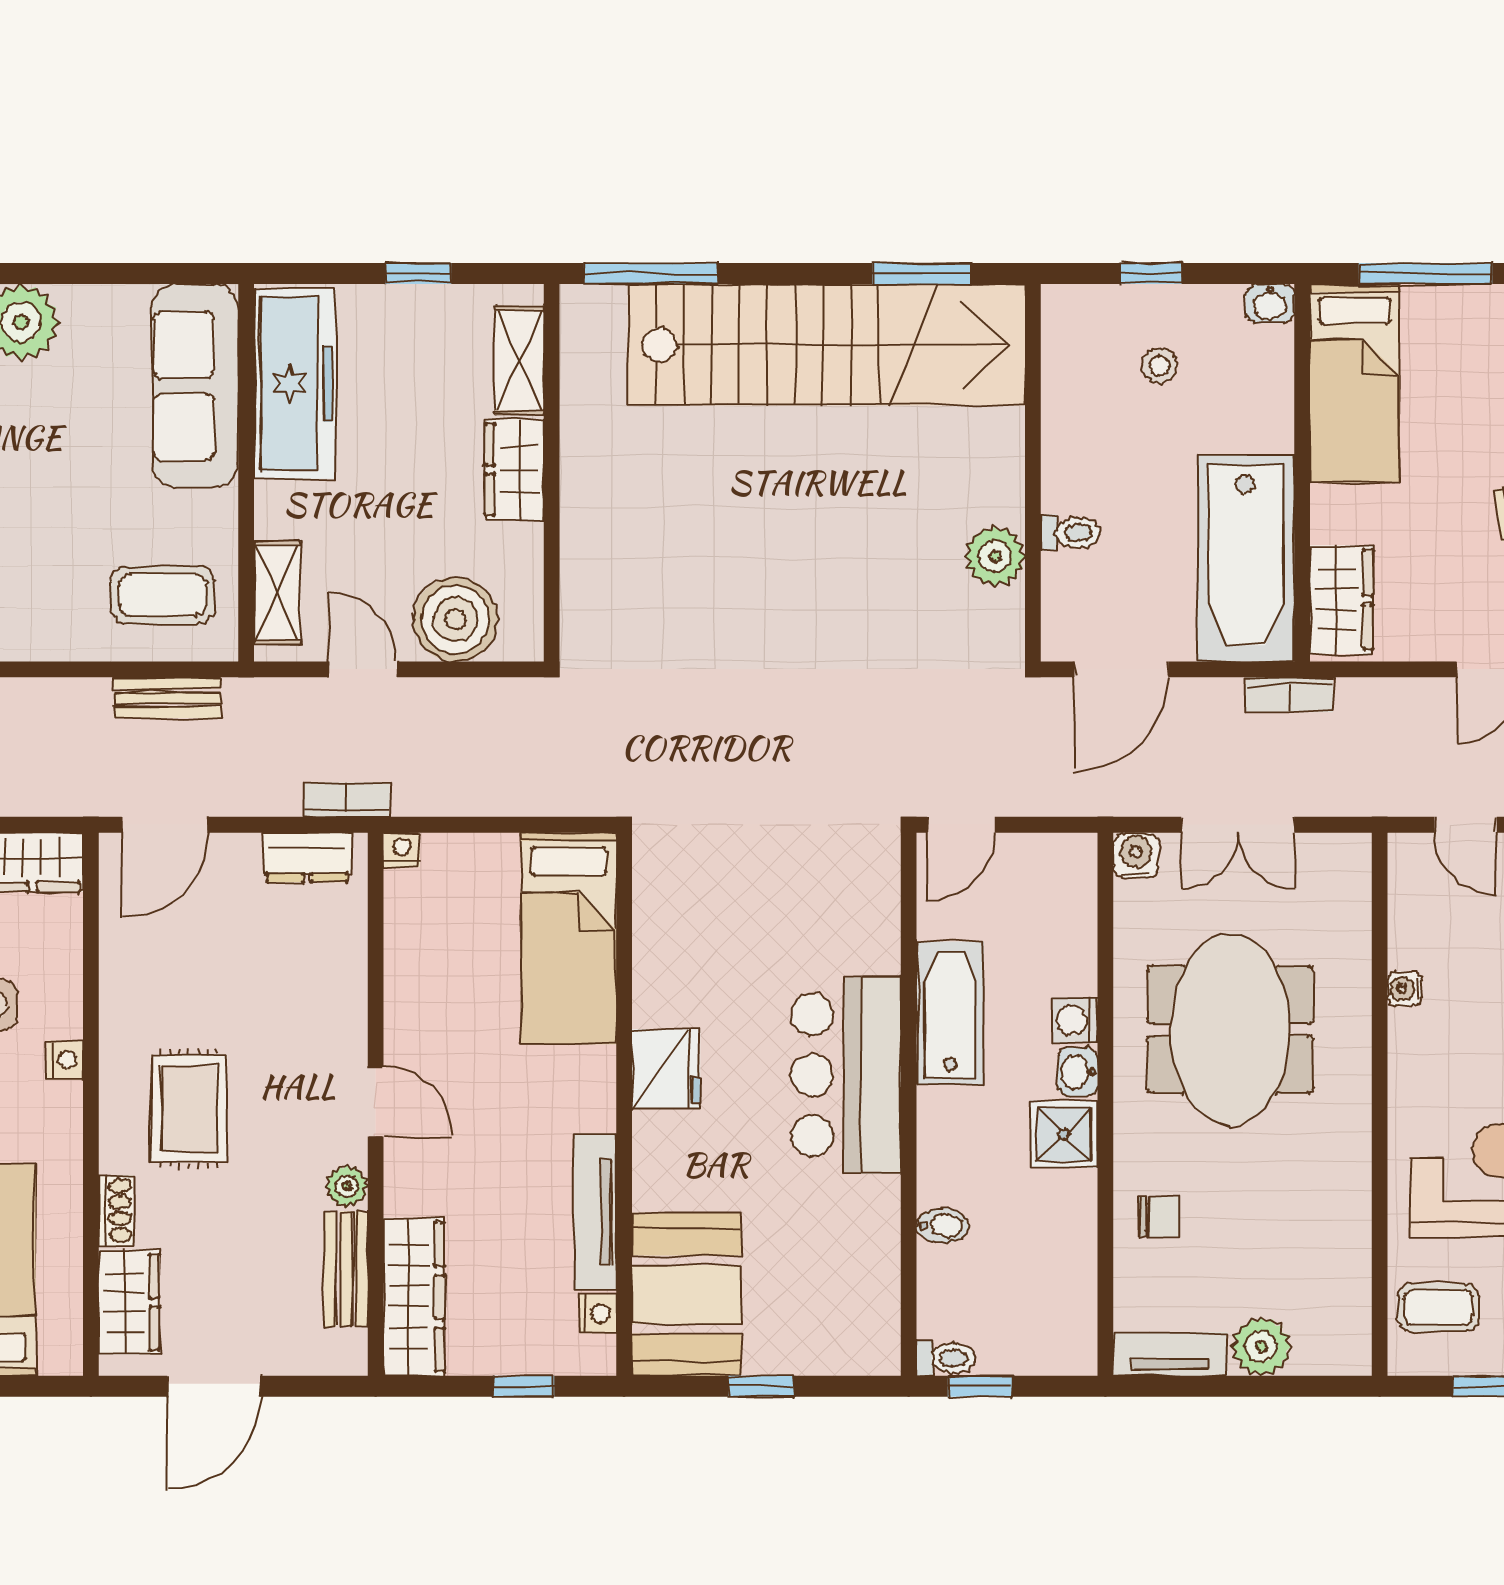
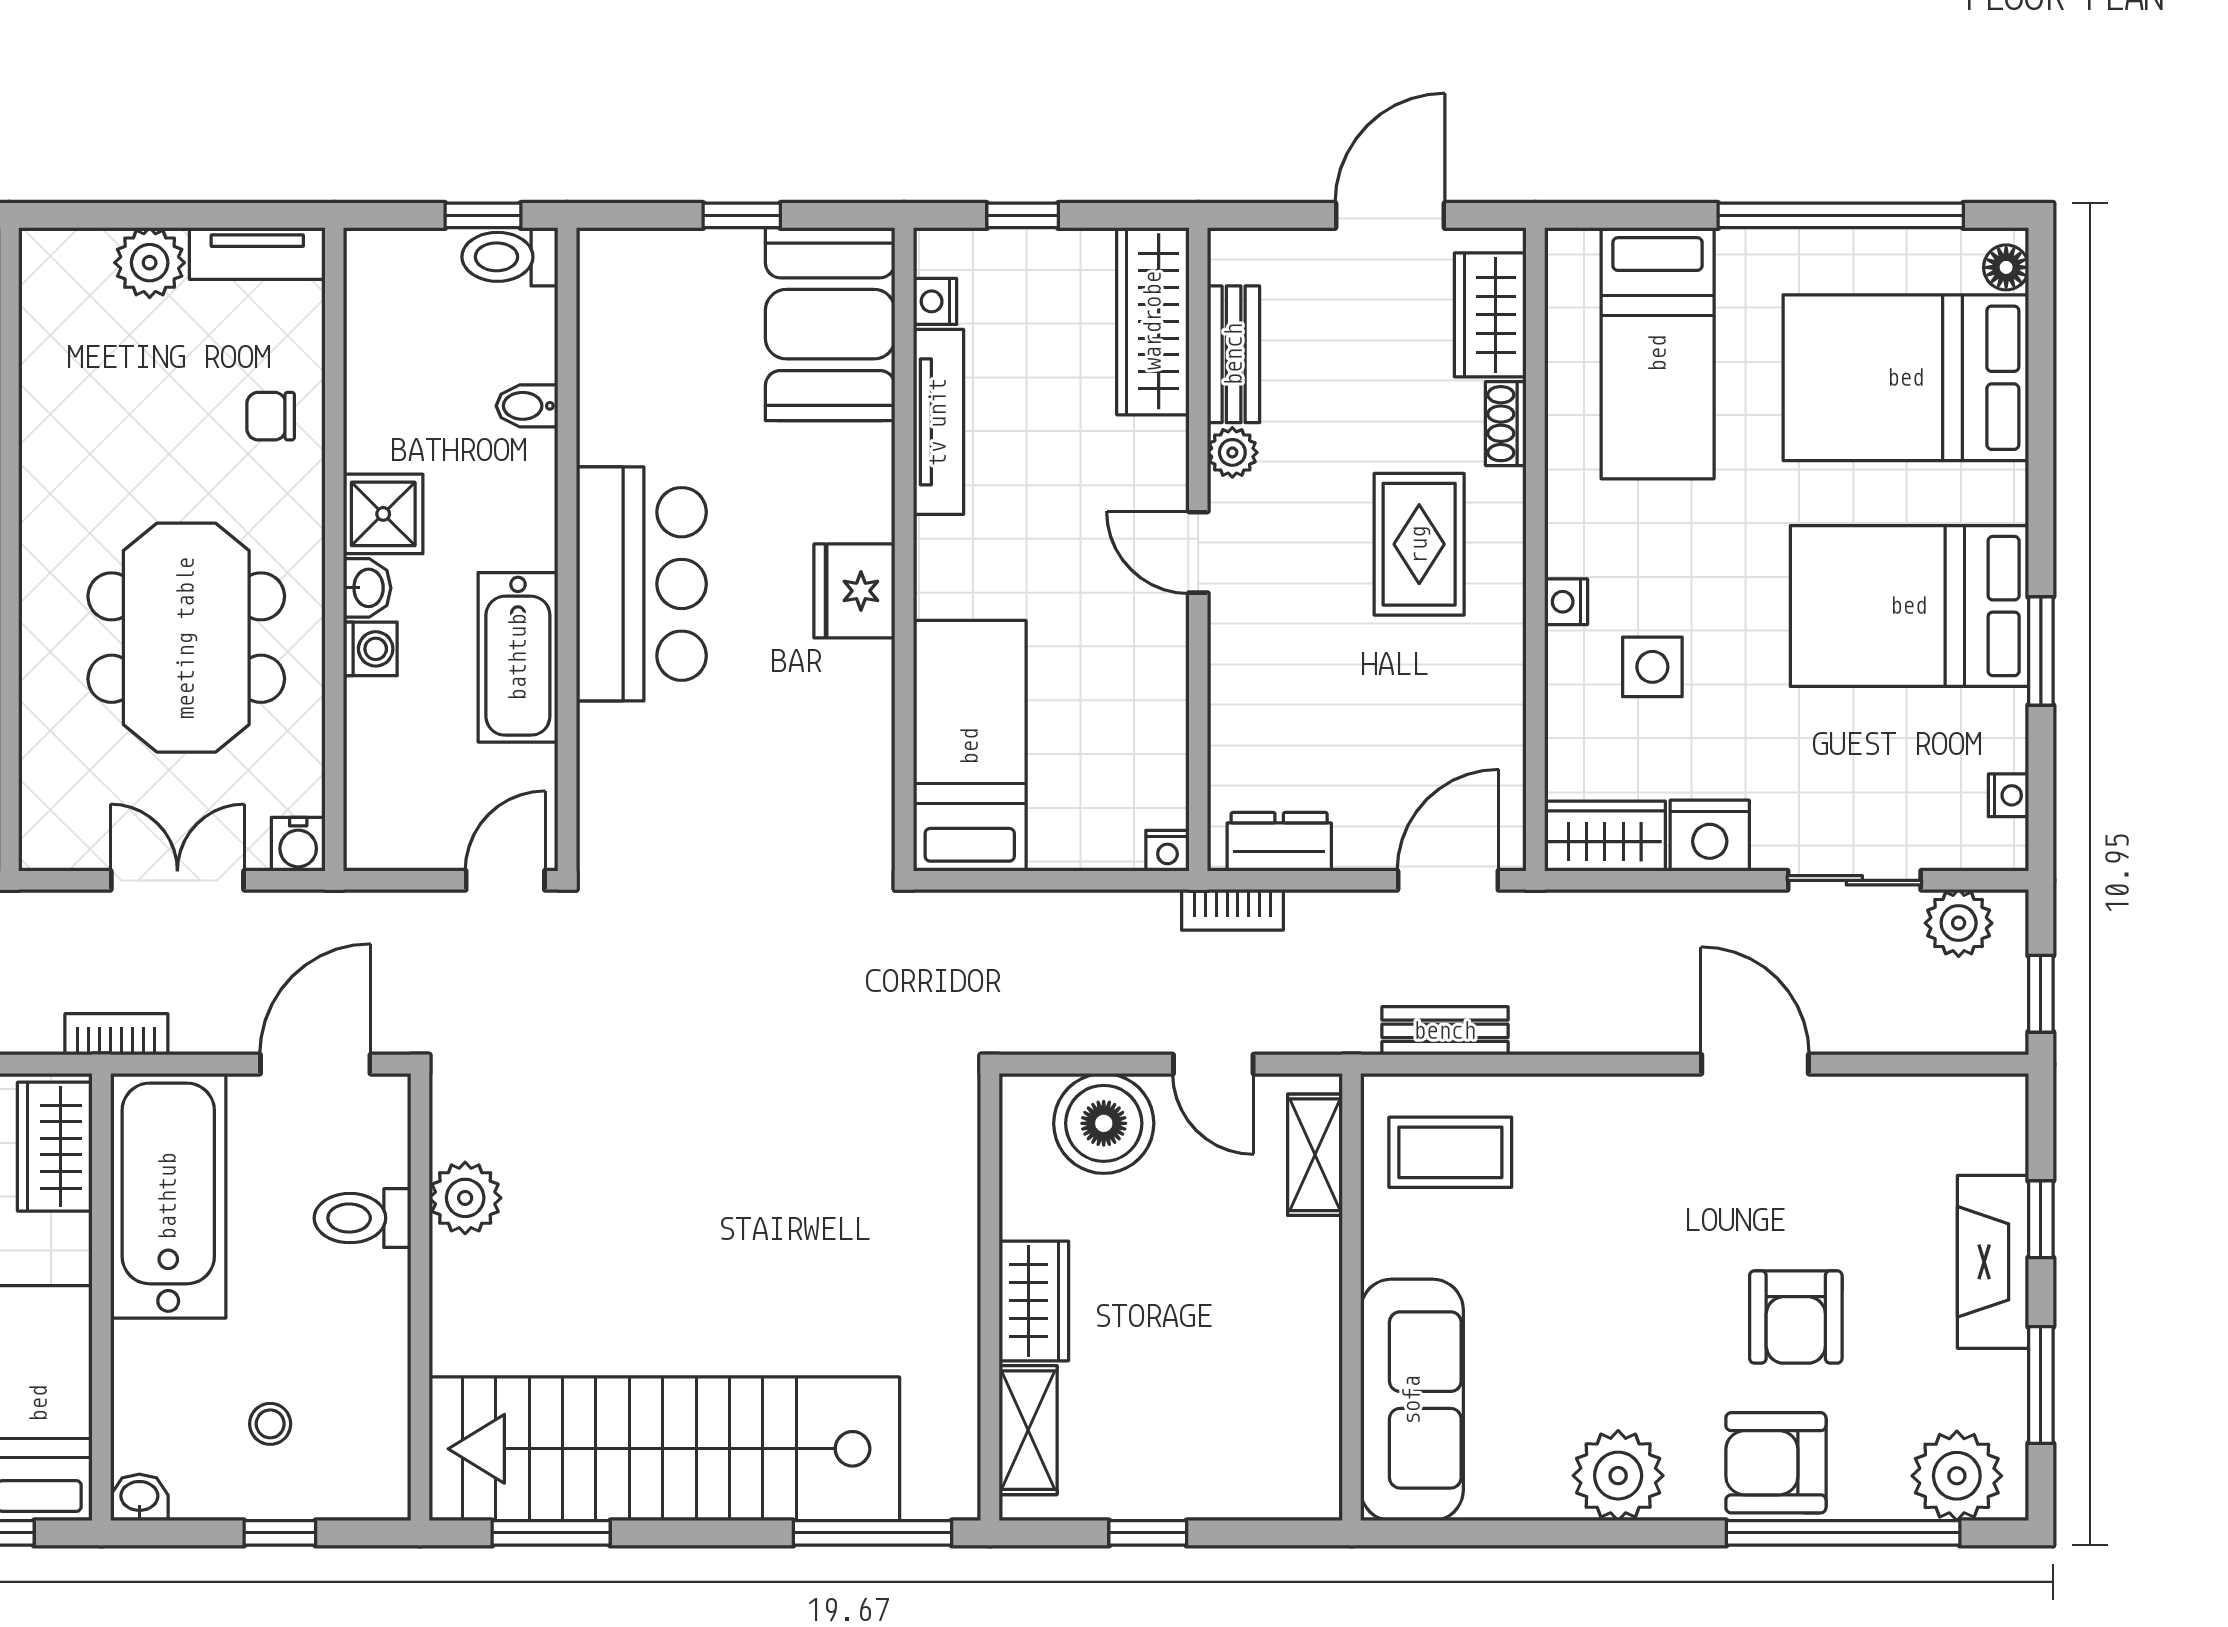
freezer: (295, 384) -> (1294, 1402), removed
toilet: (1070, 533) -> (363, 1218), width x1.37, depth x1.39
toilet: (946, 1358) -> (510, 257), width x1.37, depth x1.39

